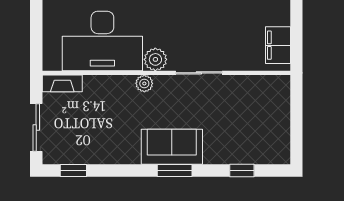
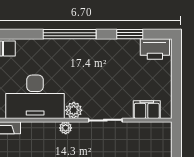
filing cabinet: (278, 45) -> (147, 110), moved, turned 90

